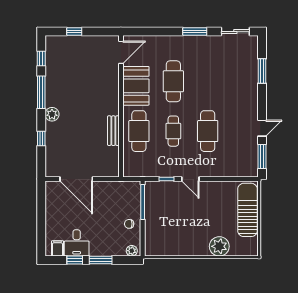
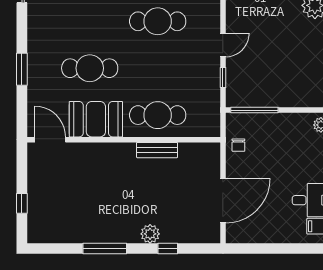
window: (195, 32) -> (22, 69), moved
window: (41, 58) -> (59, 248), removed
plant: (52, 114) -> (150, 234), moved
cafe table: (173, 131) -> (158, 68), removed
chair: (129, 224) -> (238, 145), moved

